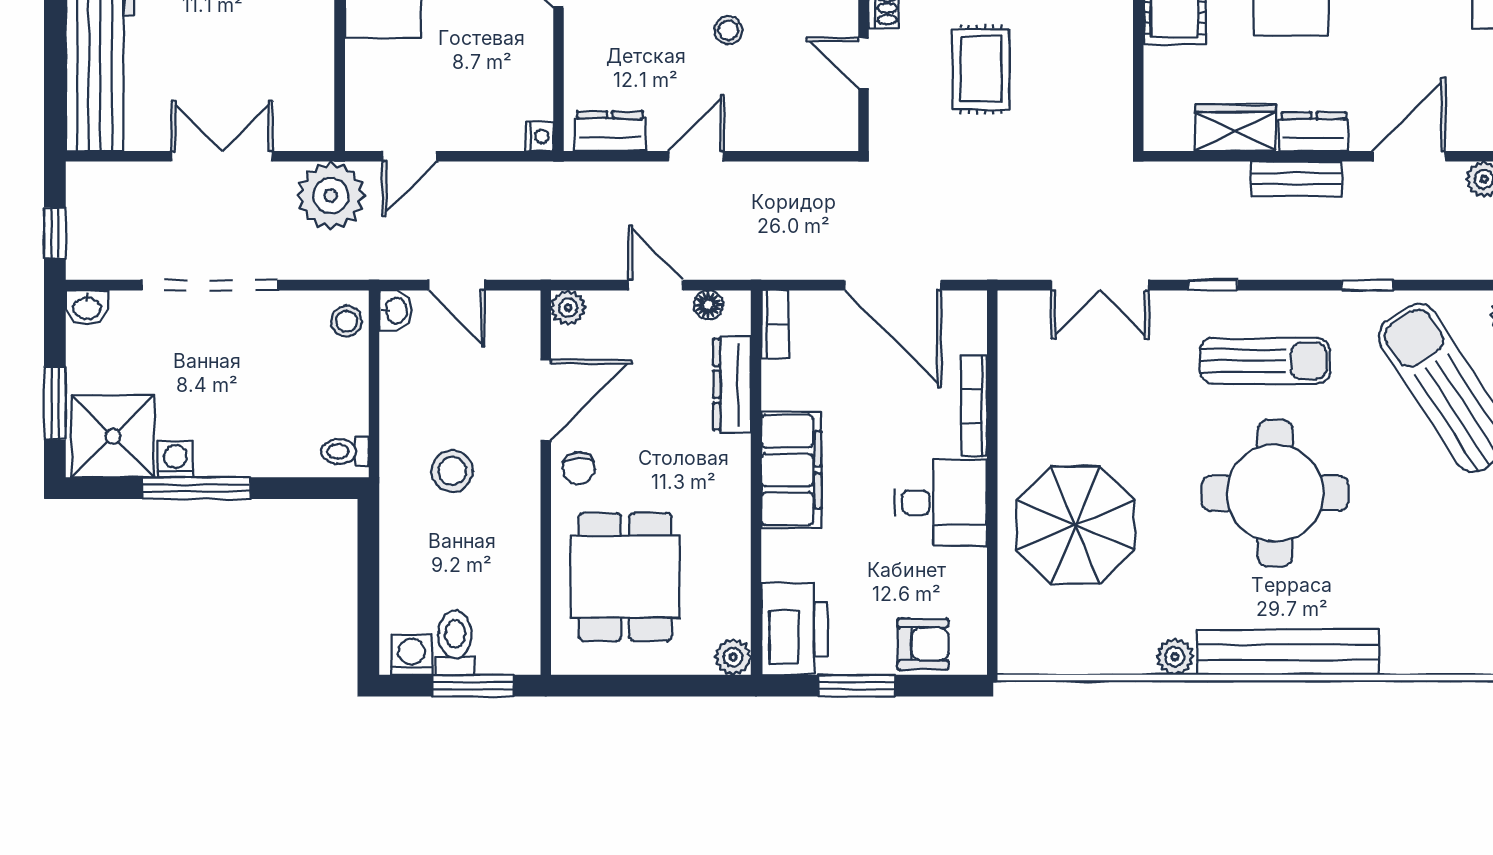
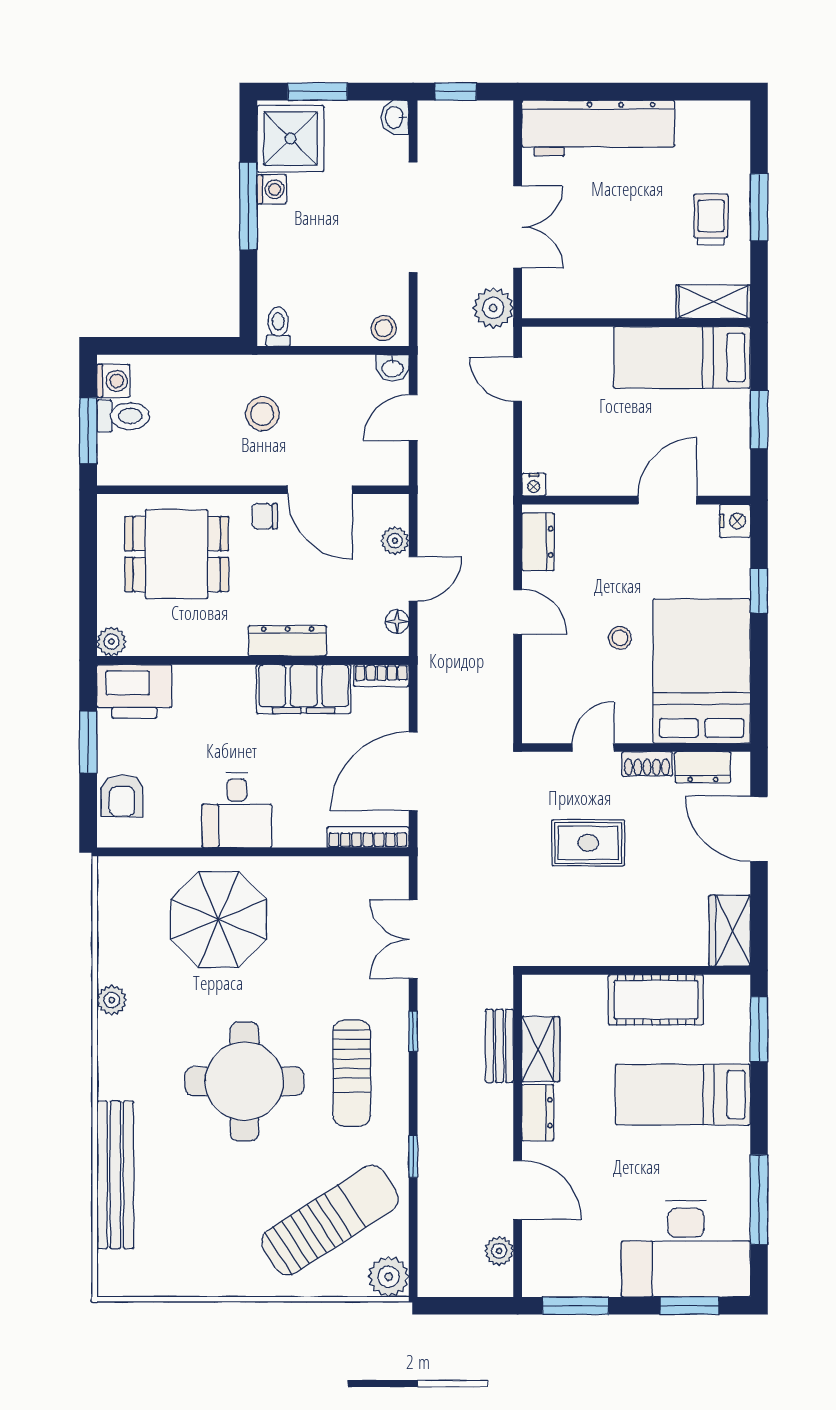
bench: (1296, 179) -> (499, 1046), moved
plant: (331, 195) -> (493, 308), width x0.73, depth x0.73
plant: (568, 308) -> (395, 541), moved
dresser: (732, 384) -> (288, 641), moved
bookcase: (974, 406) -> (368, 837), moved
filing cabinet: (791, 470) -> (304, 689), moved
bench: (1288, 652) -> (115, 1175), moved

